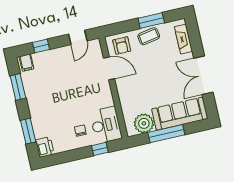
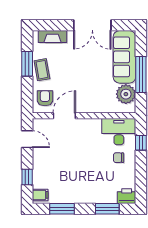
armchair: (122, 46) -> (45, 98), turned -90

